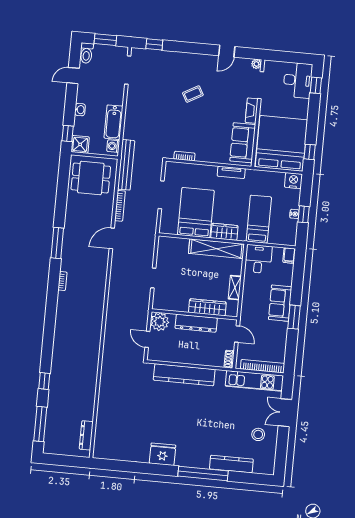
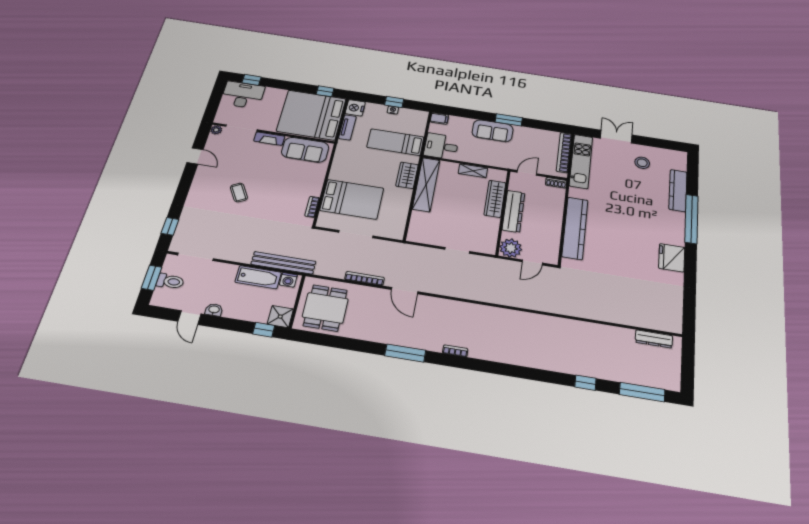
toilet: (86, 53) -> (170, 281), moved
washbasin: (80, 110) -> (214, 310), moved
bench: (126, 165) -> (283, 263), moved
tv unit: (231, 172) -> (347, 127), moved
bed: (196, 213) -> (352, 199), moved, turned 180
double door: (285, 413) -> (616, 137), swing flipped

